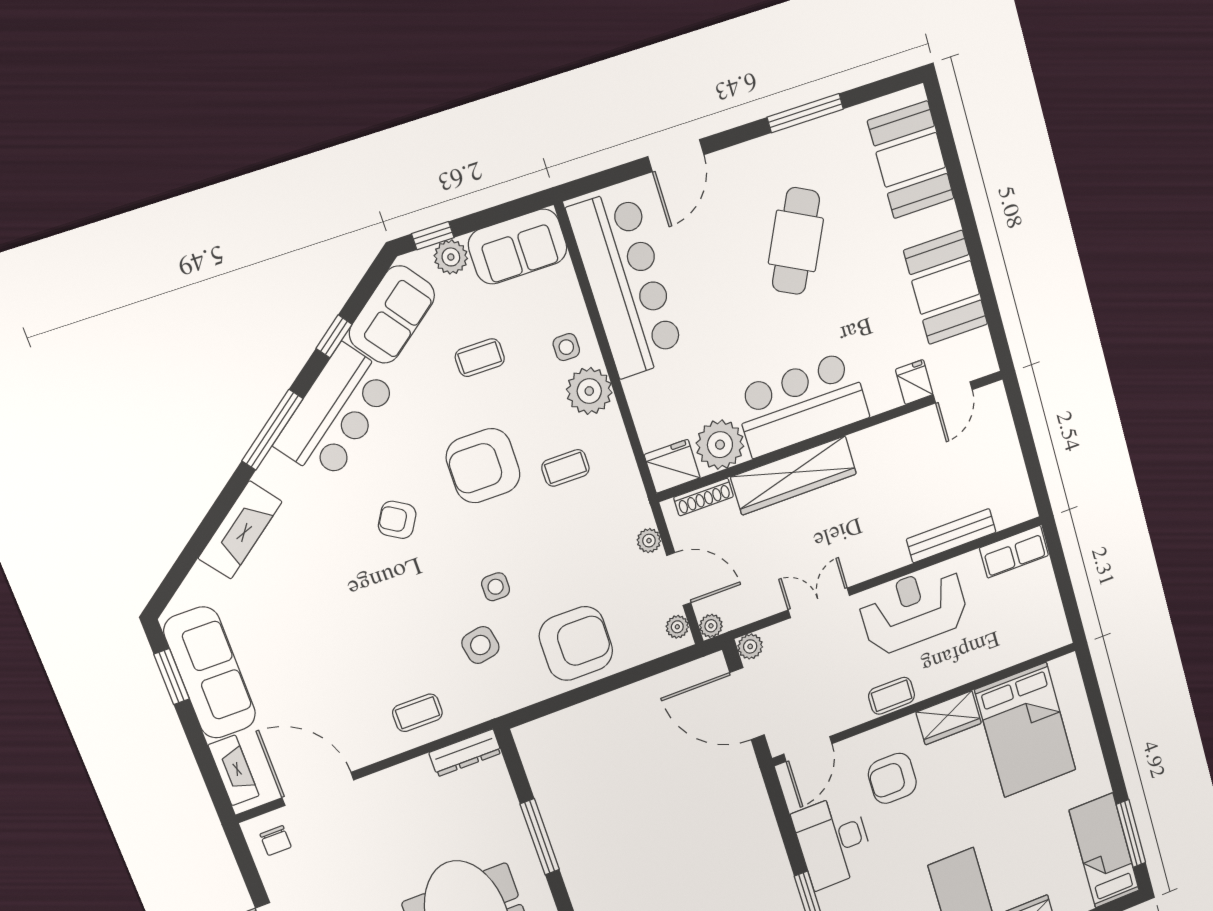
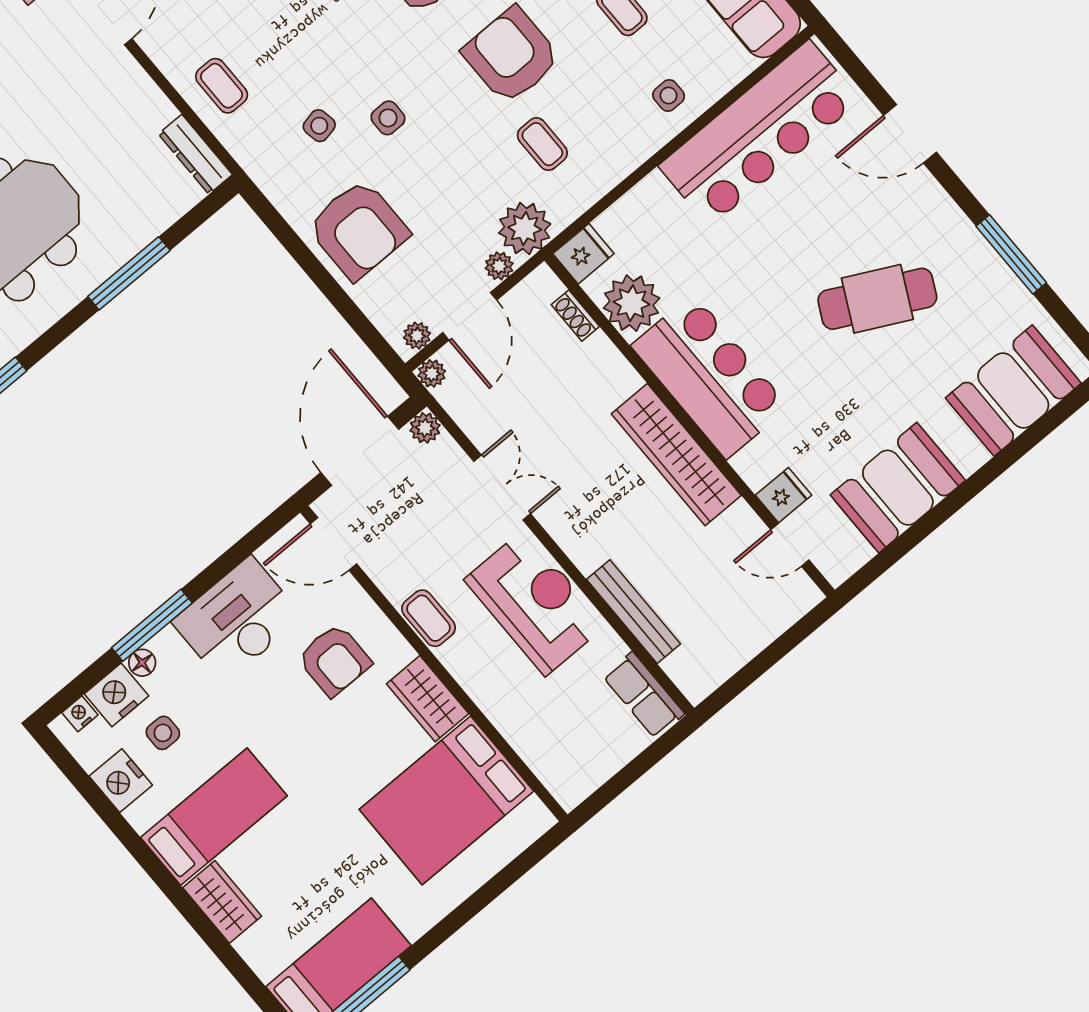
plant: (589, 391) -> (525, 229), moved
fridge: (672, 466) -> (583, 254), width x0.72
wardrobe: (794, 475) -> (676, 455), moved
shoe rack: (704, 497) -> (575, 316), width x0.70
side table: (480, 645) -> (319, 126), width x0.73, depth x0.73
armchair: (892, 778) -> (334, 660), turned 180

